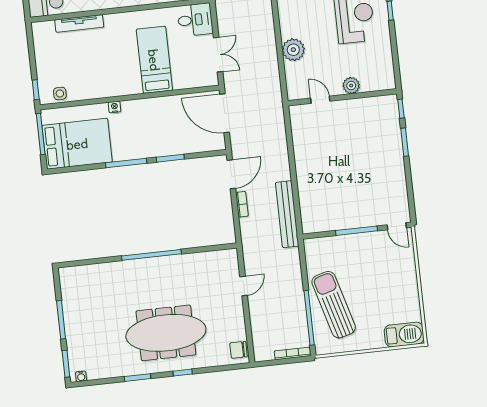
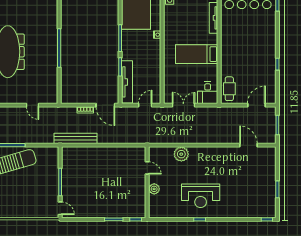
double door: (218, 55) -> (183, 105), swing flipped
bed: (154, 60) -> (197, 54), moved, turned 180
door: (320, 100) -> (147, 168), hinge flipped
door: (225, 113) -> (145, 105), width x0.53
tv unit: (192, 145) -> (127, 82), added
door: (397, 226) -> (60, 208), swing flipped

